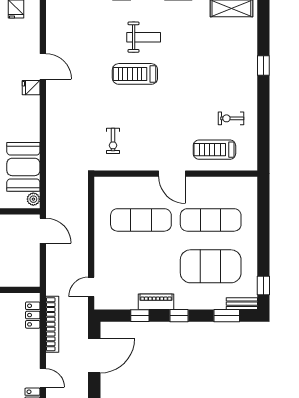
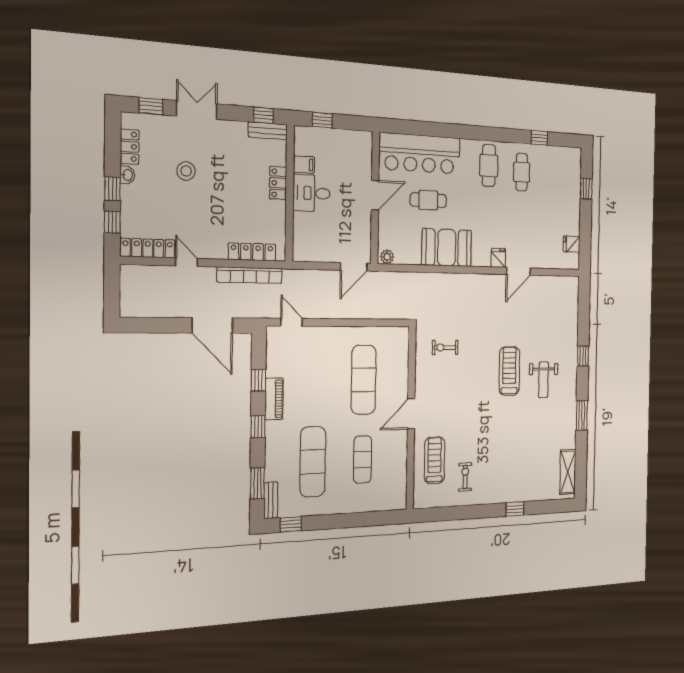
booth: (23, 167) -> (447, 248), moved
exercise mat: (211, 220) -> (363, 459), width x0.73, depth x0.69
exercise mat: (211, 266) -> (313, 462), width x0.68
locker: (33, 315) -> (252, 252), width x1.53
door: (43, 378) -> (186, 262), swing flipped

